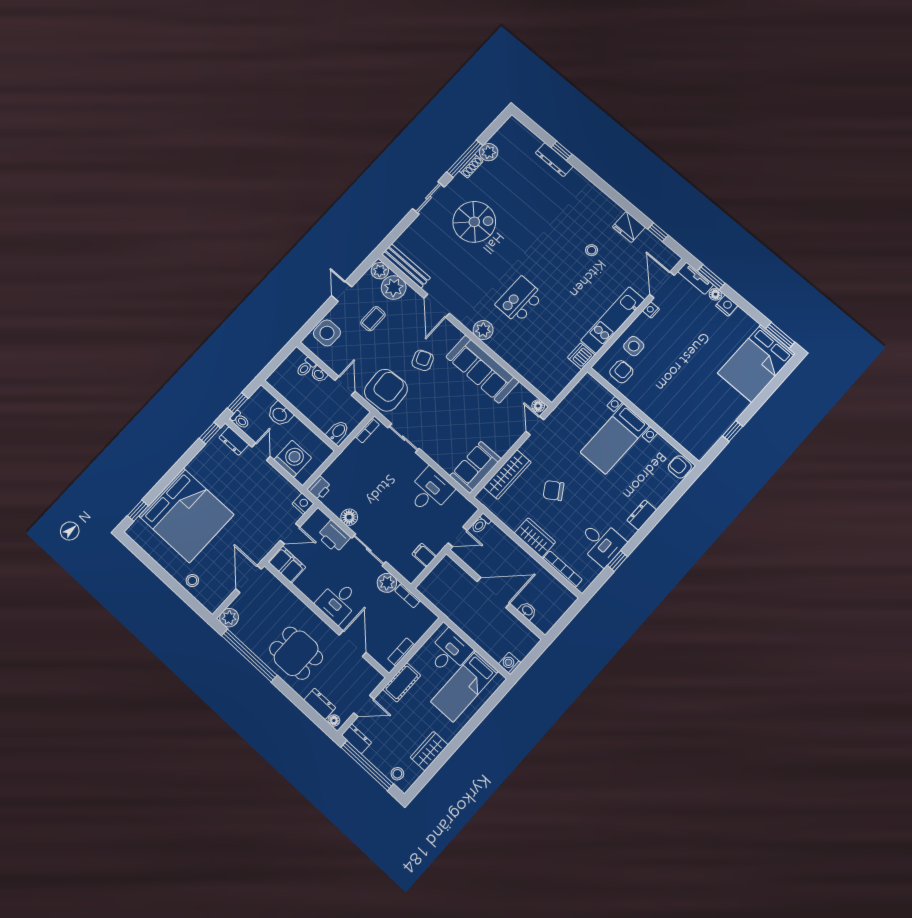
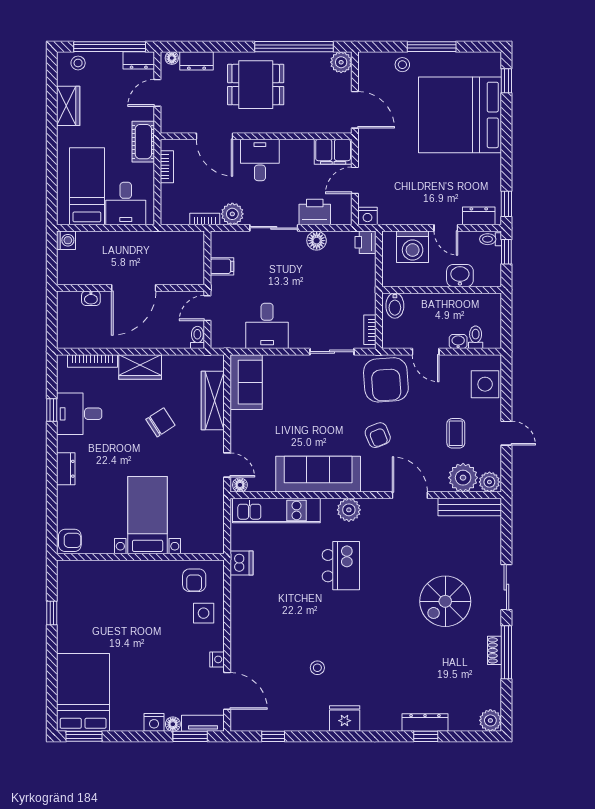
plant: (489, 152) -> (490, 720), moved
fridge: (629, 227) -> (345, 719), moved
kitchen unit: (613, 320) -> (276, 510), moved, turned 90
window: (164, 575) -> (432, 47), added

